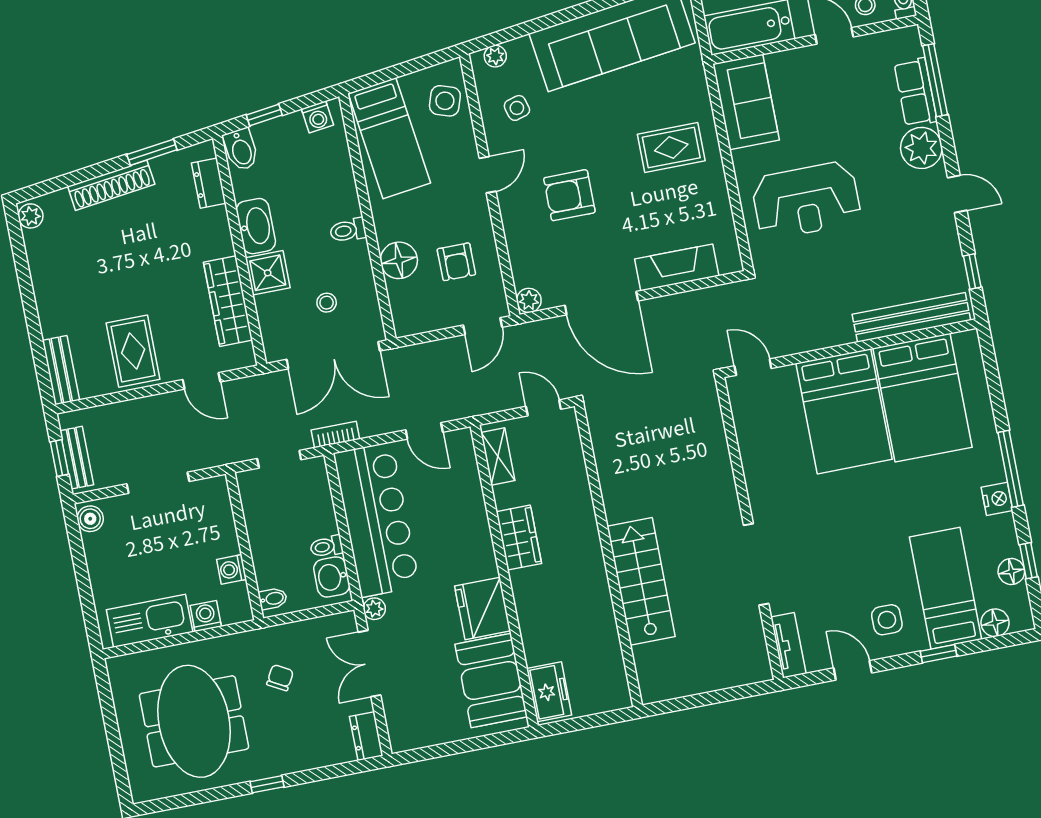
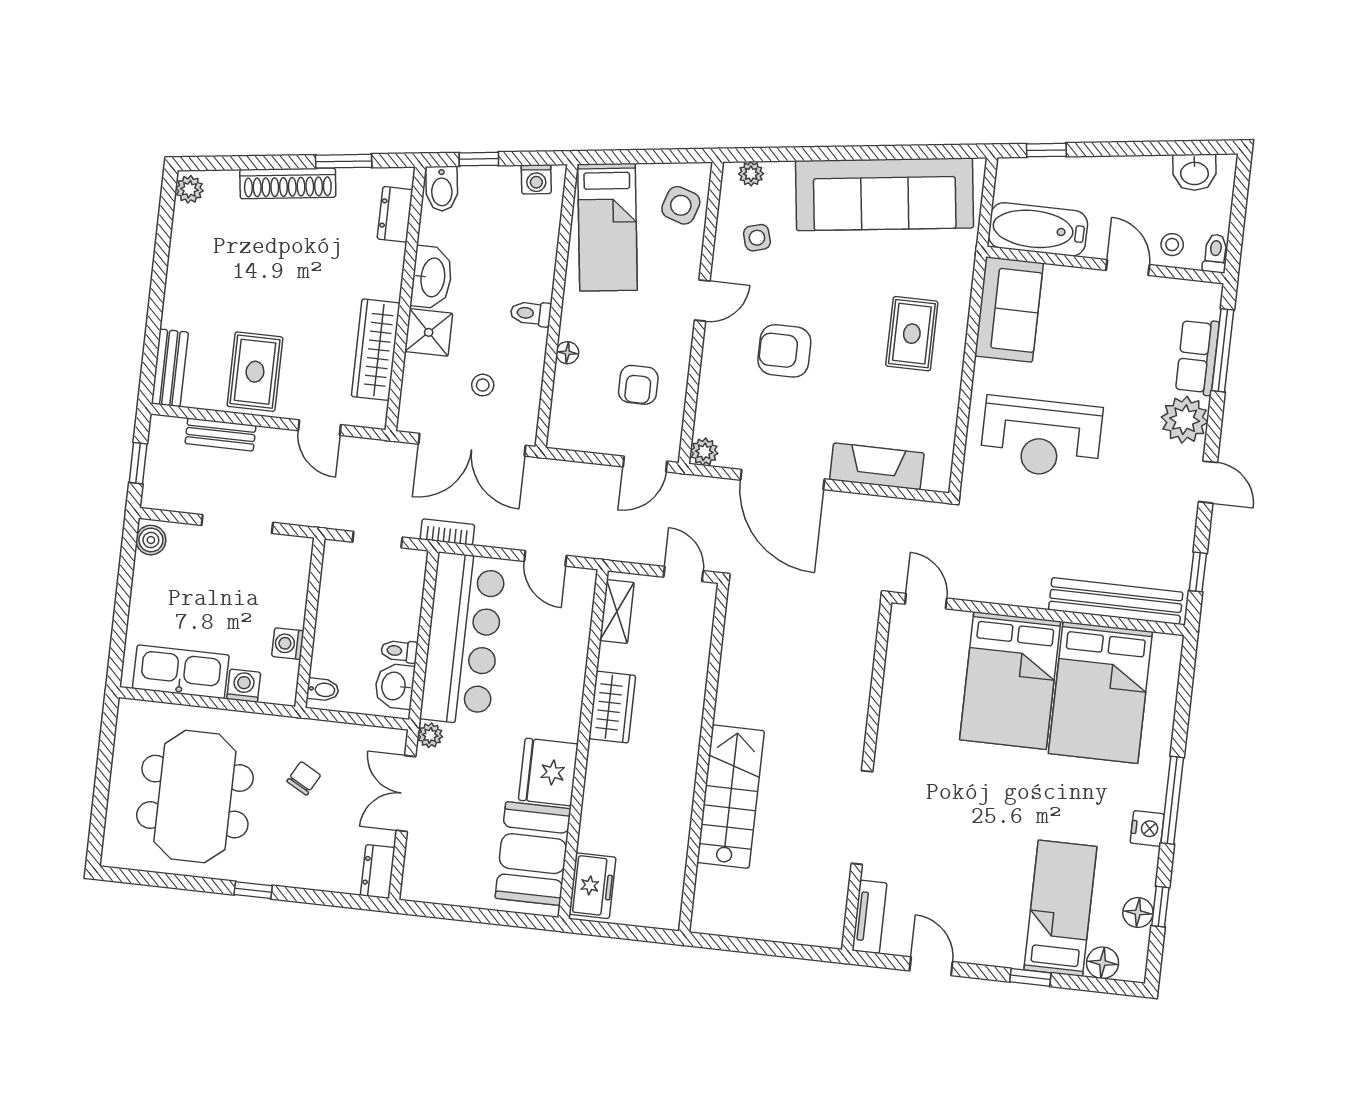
rug: (671, 148) -> (912, 334), turned 90
floor lamp: (399, 260) -> (567, 353), width x0.53, depth x0.53
bench: (77, 458) -> (221, 435), moved, turned 90
side table: (887, 620) -> (986, 923), removed

